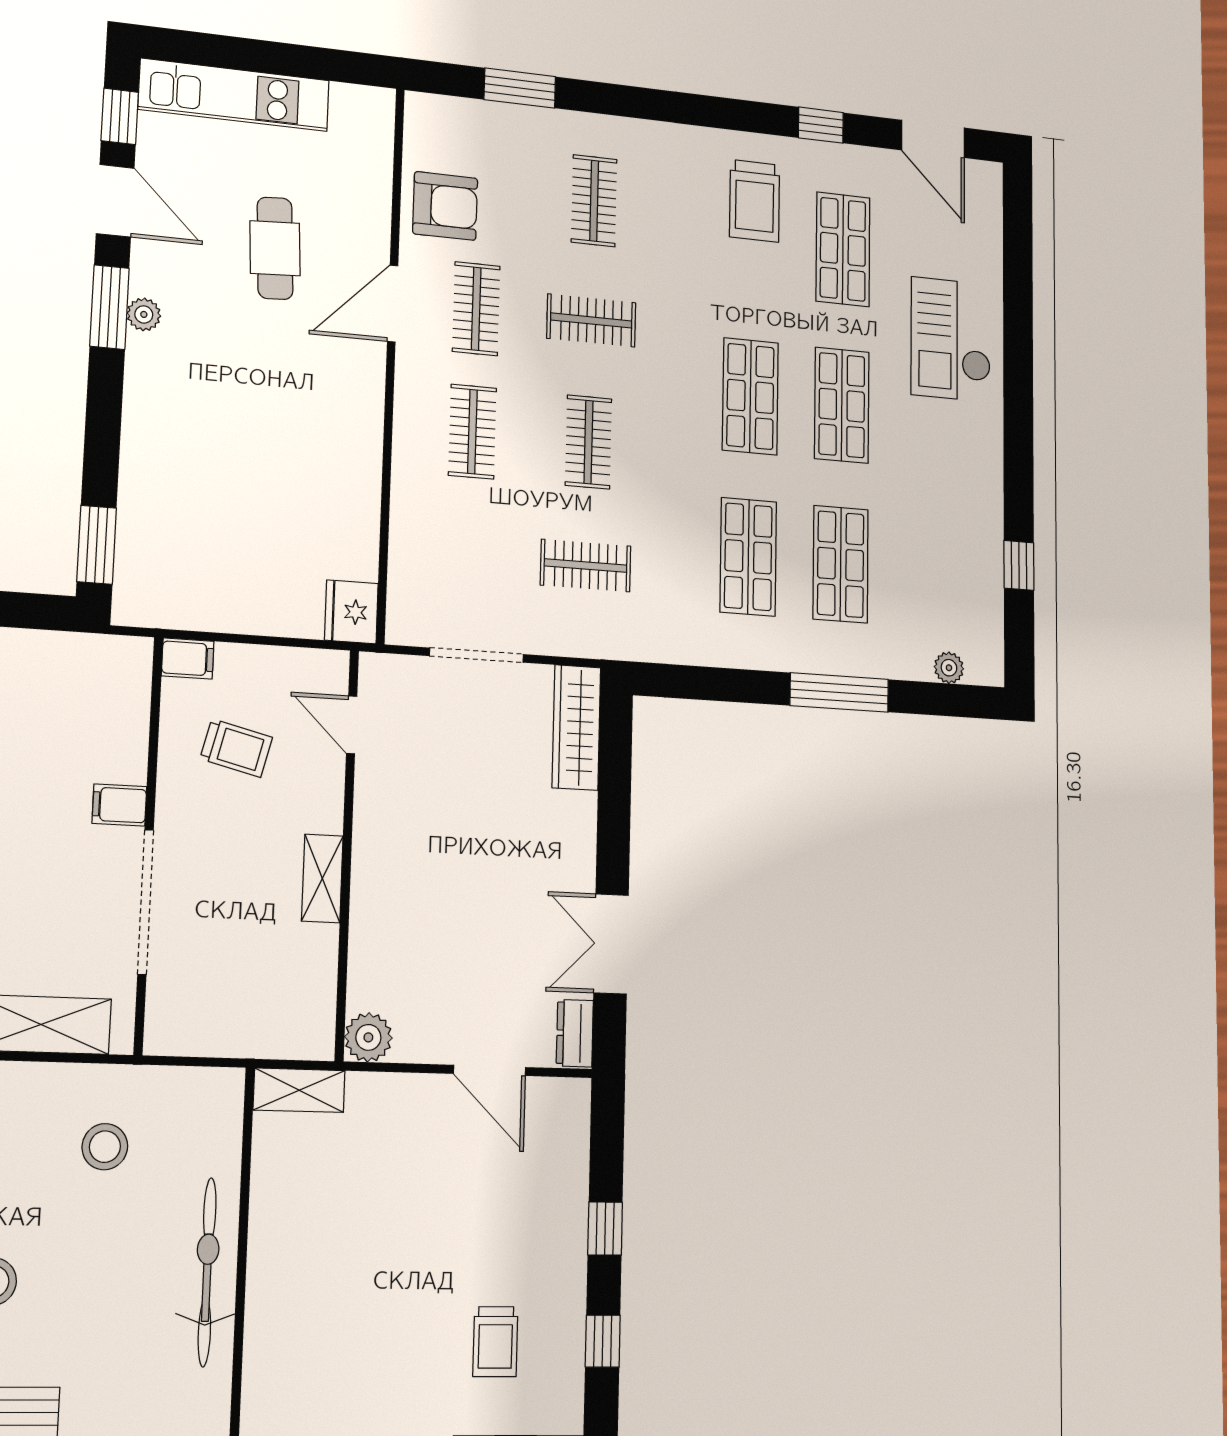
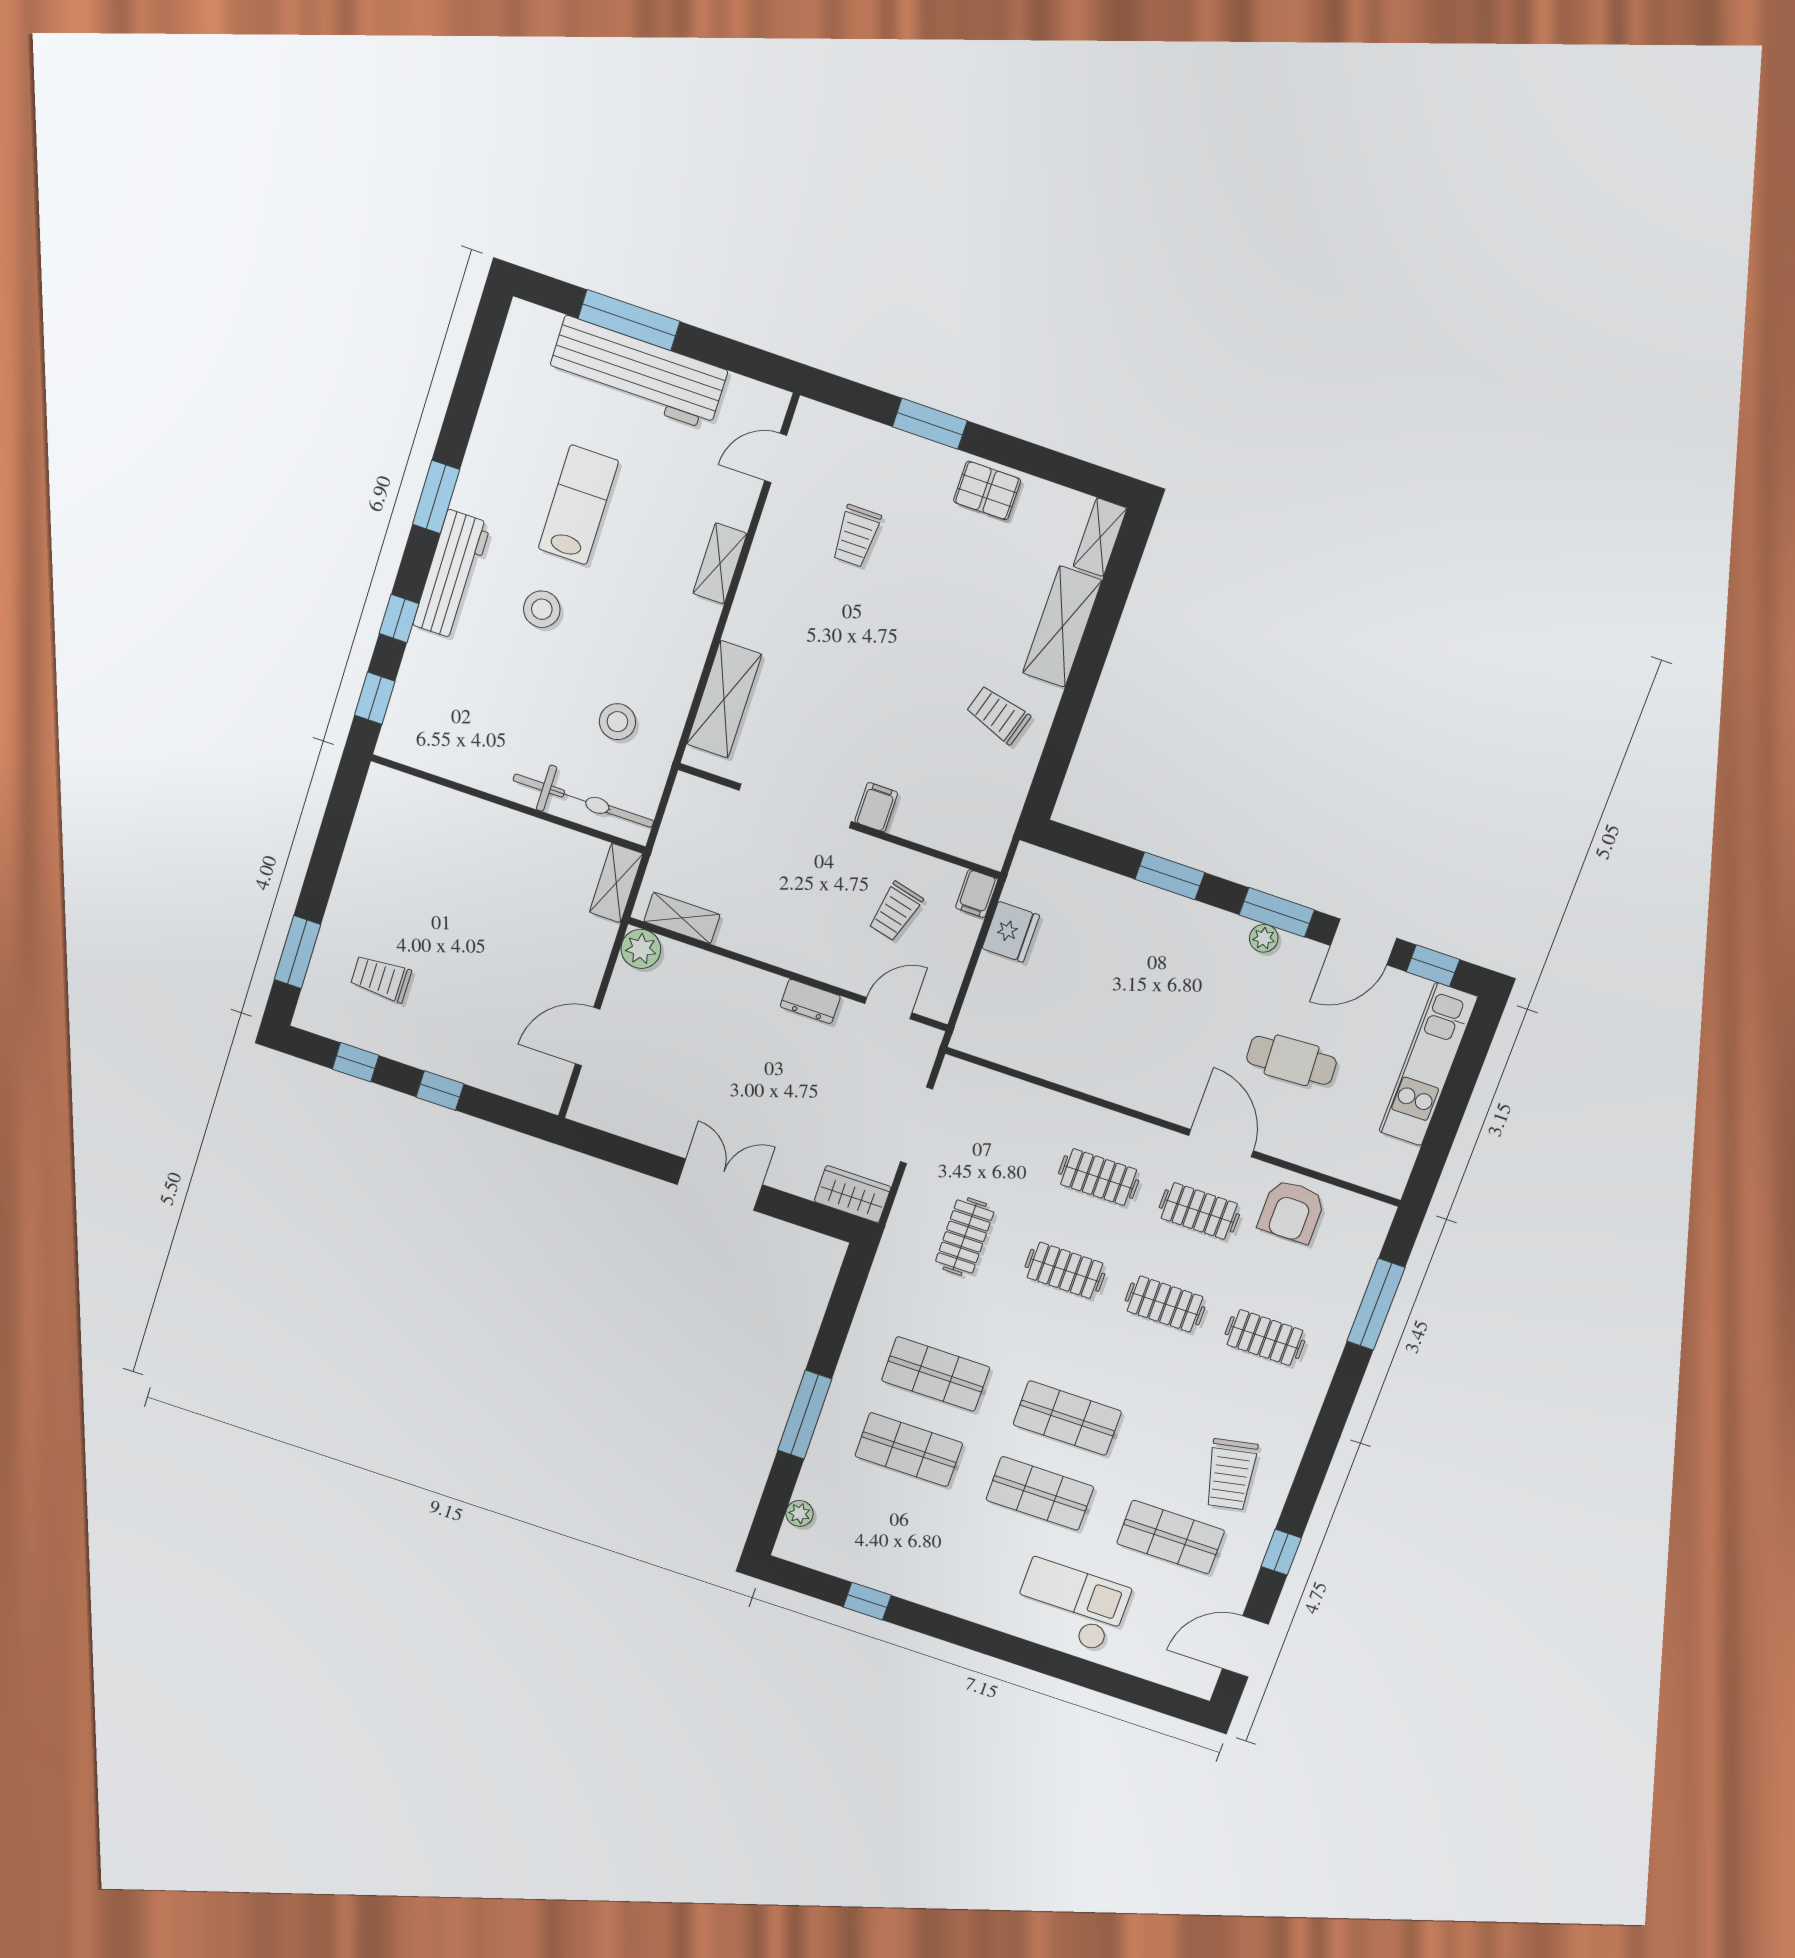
window: (520, 88) -> (1376, 1304), width x1.44
trolley: (755, 201) -> (1231, 1474), turned -101
clothes rail: (591, 320) -> (1165, 1304), turned 90
window: (97, 545) -> (1170, 876), moved
fridge: (351, 612) -> (1011, 932), moved, turned 90
wardrobe: (576, 727) -> (853, 1194), width x0.67
shelving: (322, 878) -> (682, 918), moved
double door: (611, 944) -> (720, 1185), moved
dresser: (575, 1033) -> (810, 1001), moved, turned 180
bicycle: (207, 1272) -> (583, 801), moved

